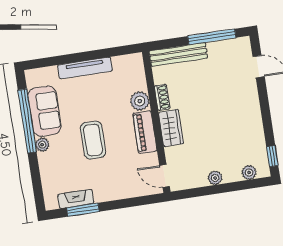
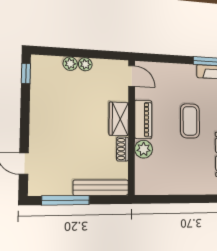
tv unit: (85, 68) -> (188, 188), removed
plant: (249, 173) -> (70, 64), moved

